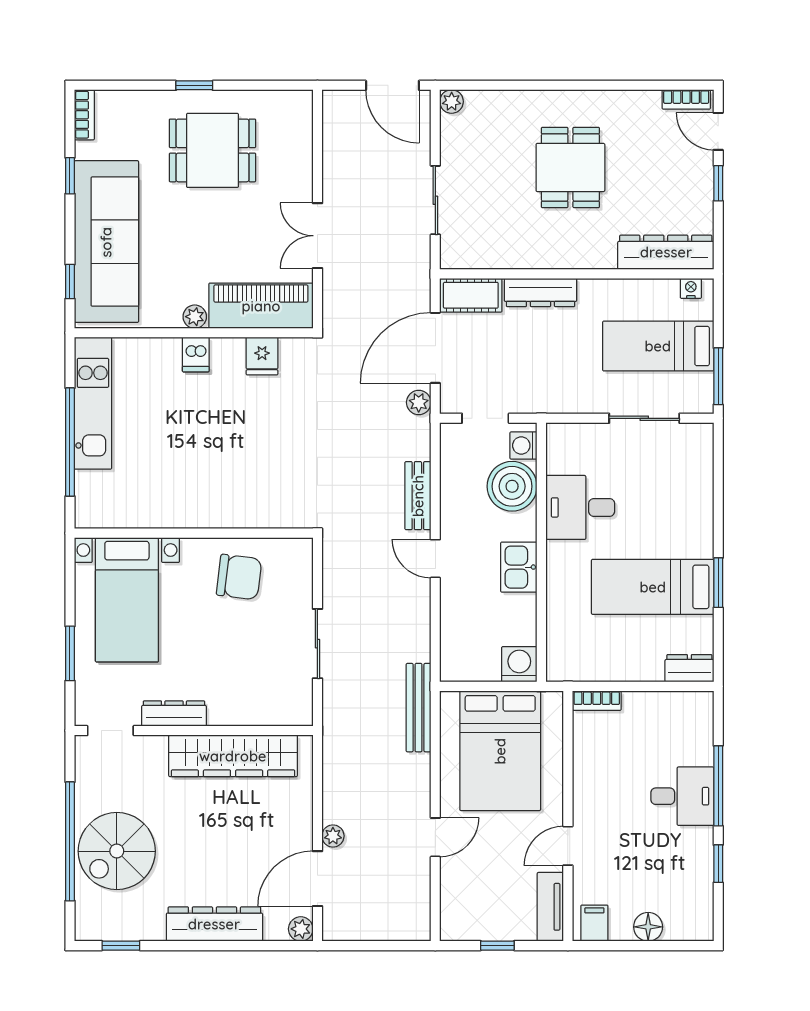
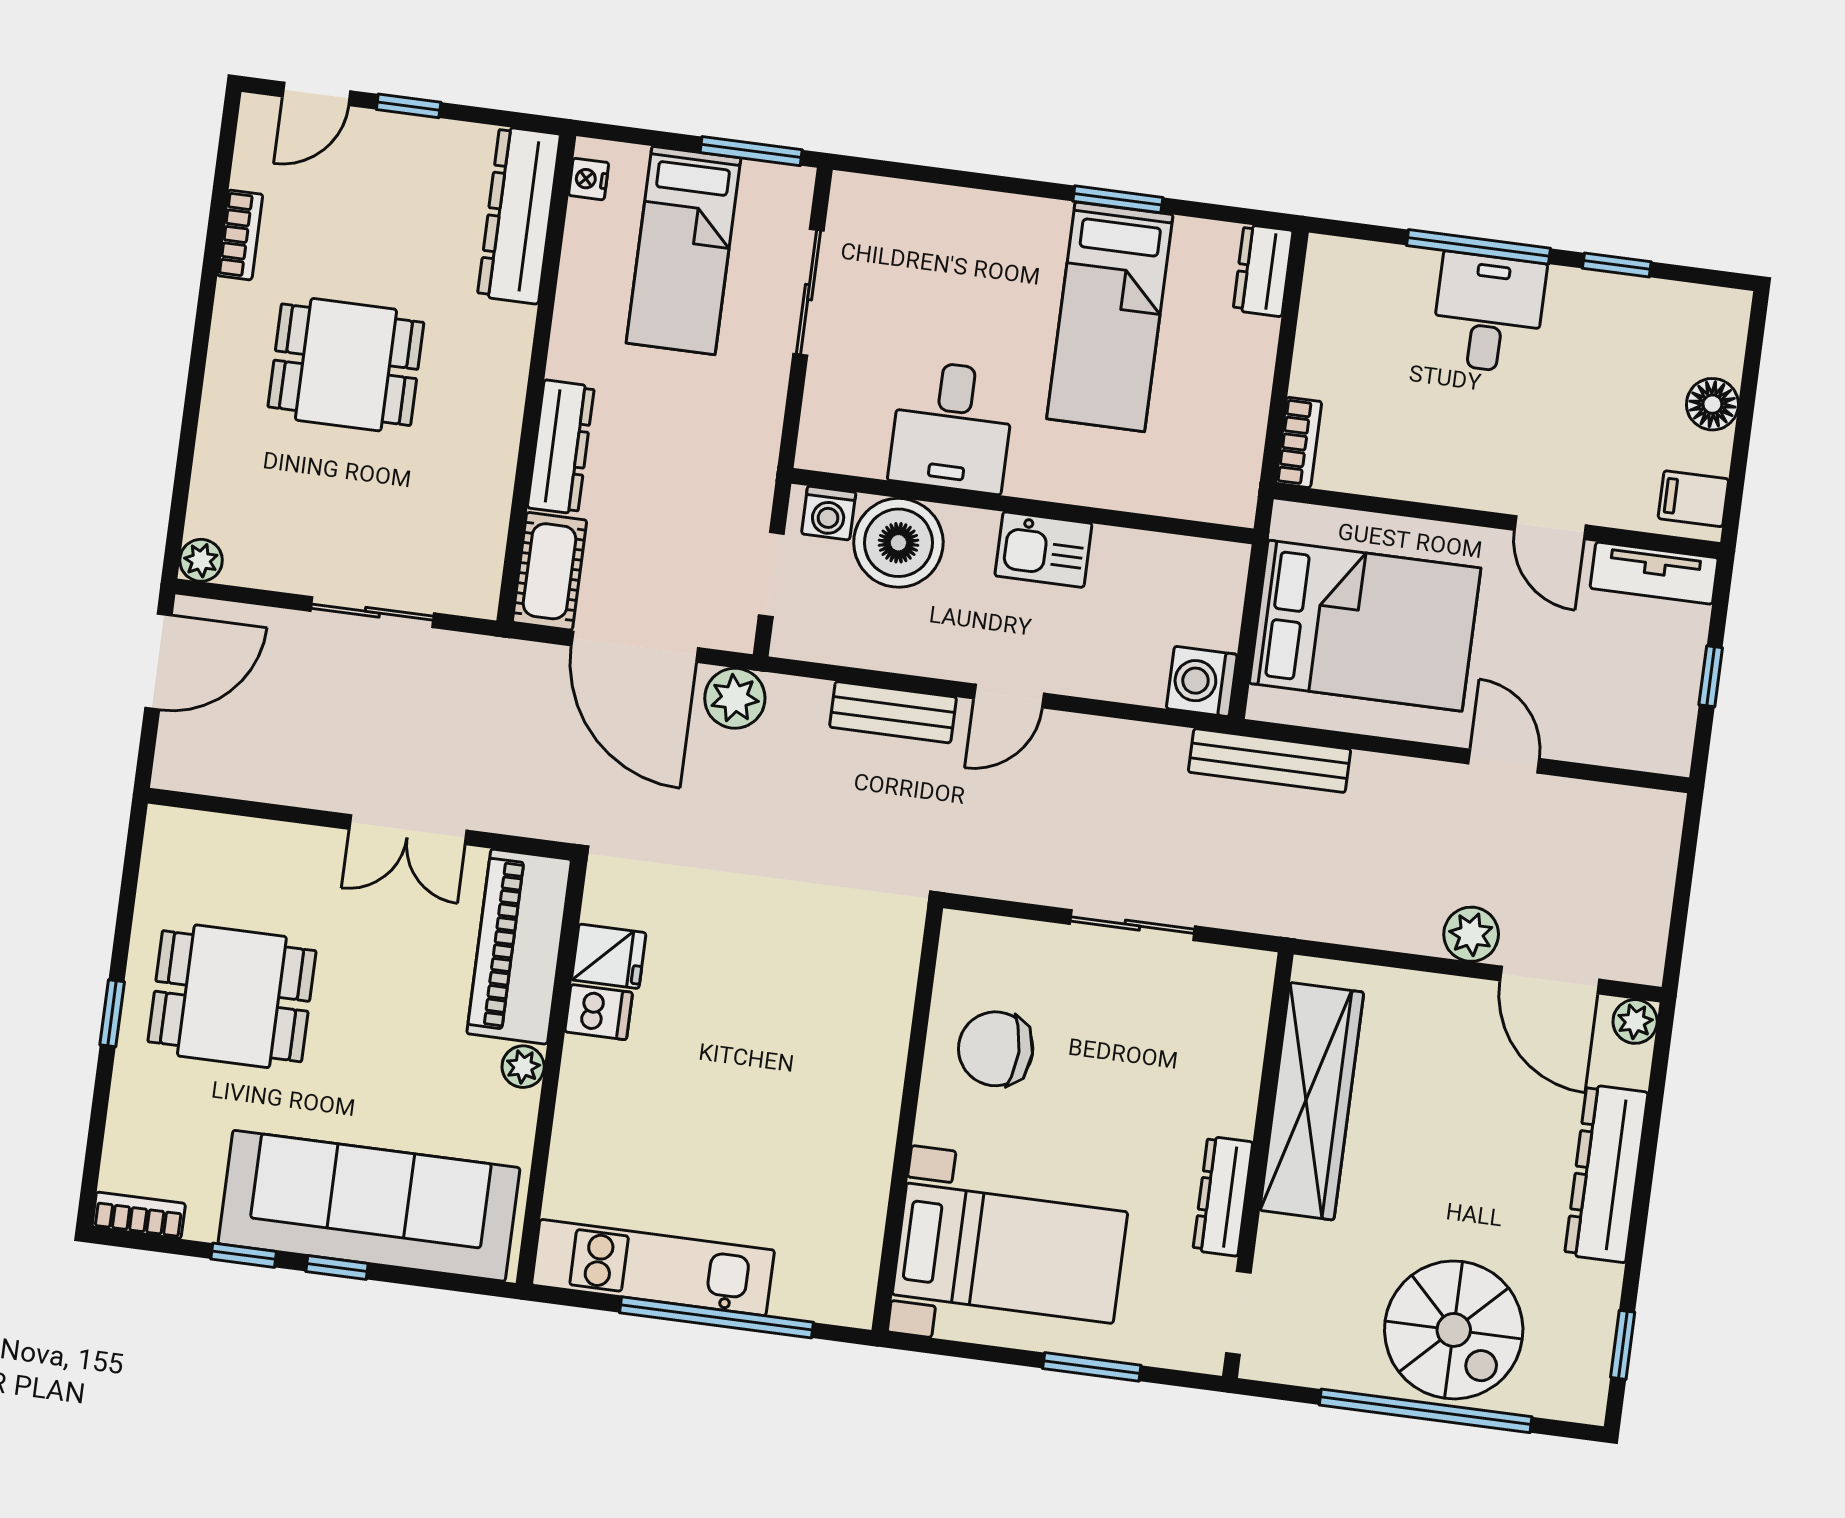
bookcase: (686, 99) -> (240, 235), moved
dining table: (212, 150) -> (232, 996), turned 90
window: (70, 282) -> (337, 1268), moved
dishwasher: (196, 355) -> (599, 1012), moved
plant: (419, 402) -> (735, 698), width x1.38, depth x1.38
chair: (239, 577) -> (996, 1049), turned -97
washing machine: (519, 664) -> (1202, 681), moved
plant: (333, 836) -> (1471, 934), width x1.38, depth x1.38

